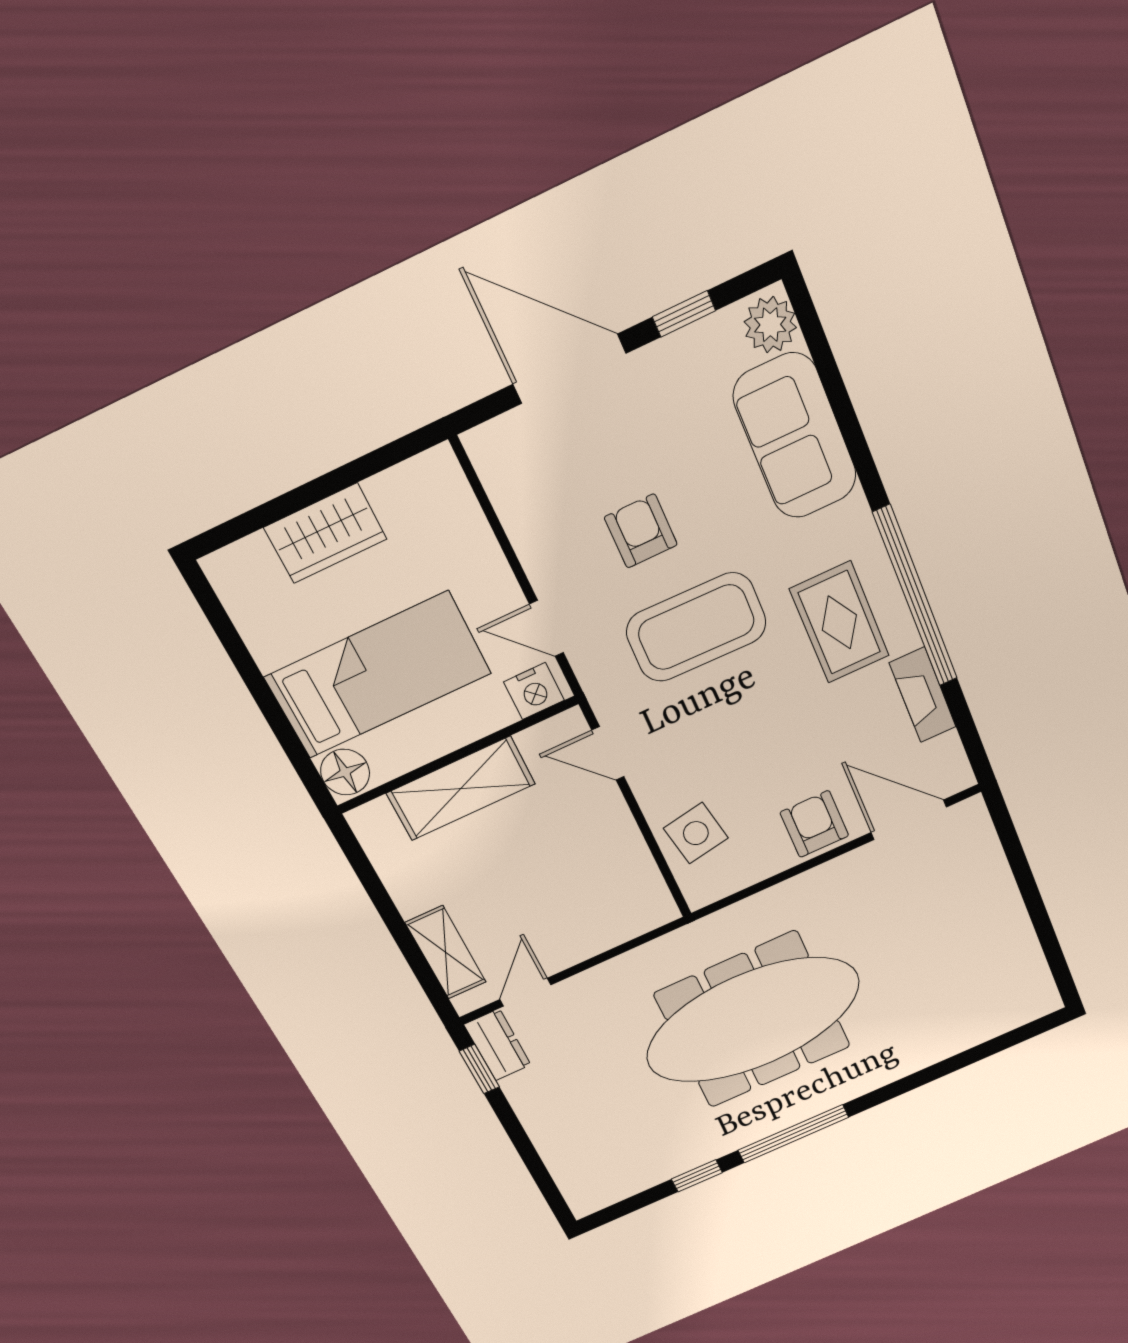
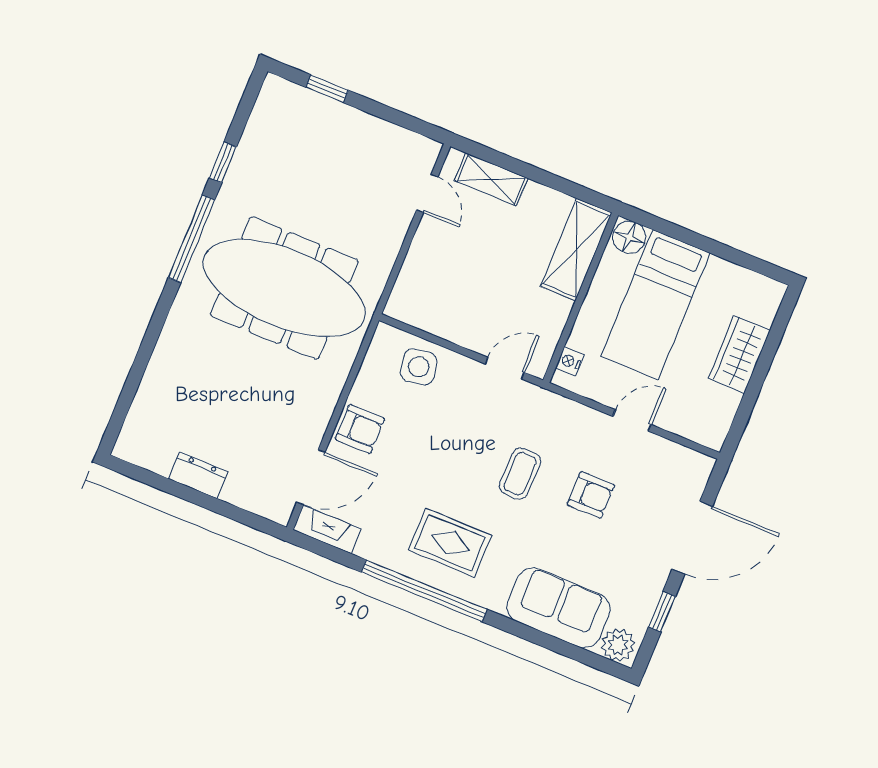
coffee table: (696, 627) -> (520, 474), width x0.54, depth x0.58
door: (547, 628) -> (632, 420), moved
nightstand: (534, 691) -> (570, 361), width x0.72, depth x0.74
fireplace: (923, 695) -> (327, 529), moved
shelving: (461, 788) -> (576, 250), moved
meeting table: (753, 1020) -> (284, 288), turned 90
dresser: (498, 1045) -> (198, 475), moved, turned 180
window: (479, 1069) -> (327, 89), moved

